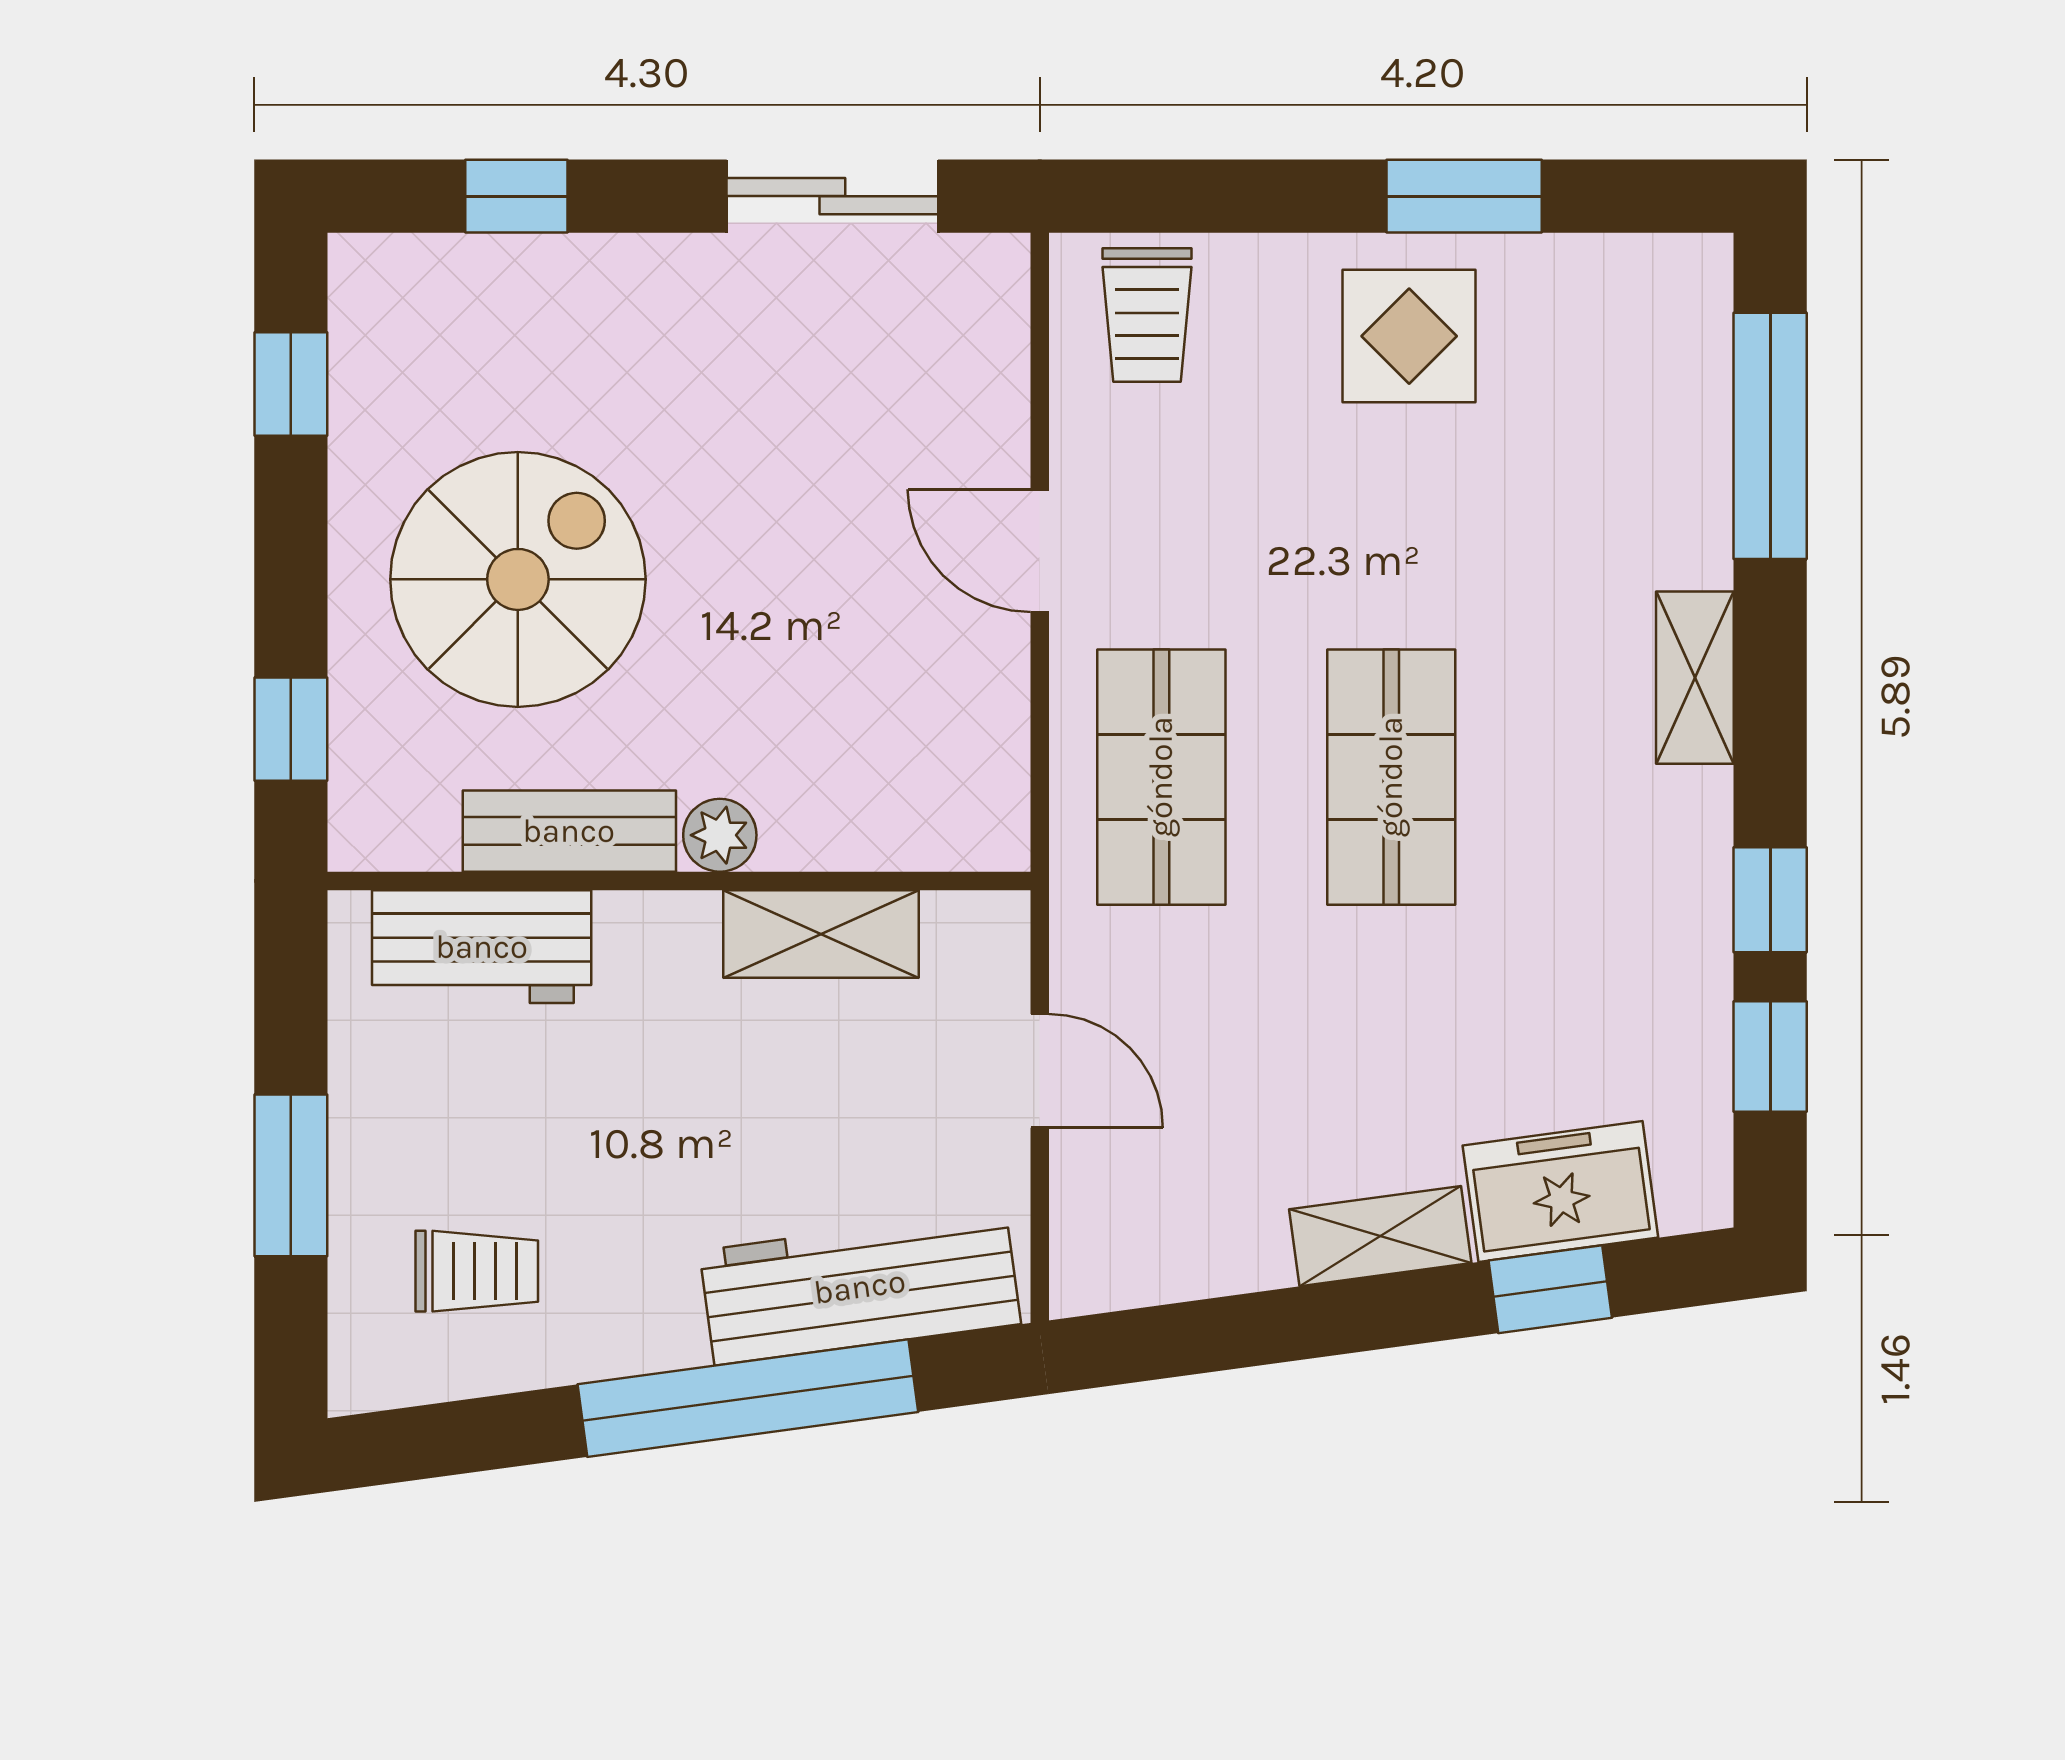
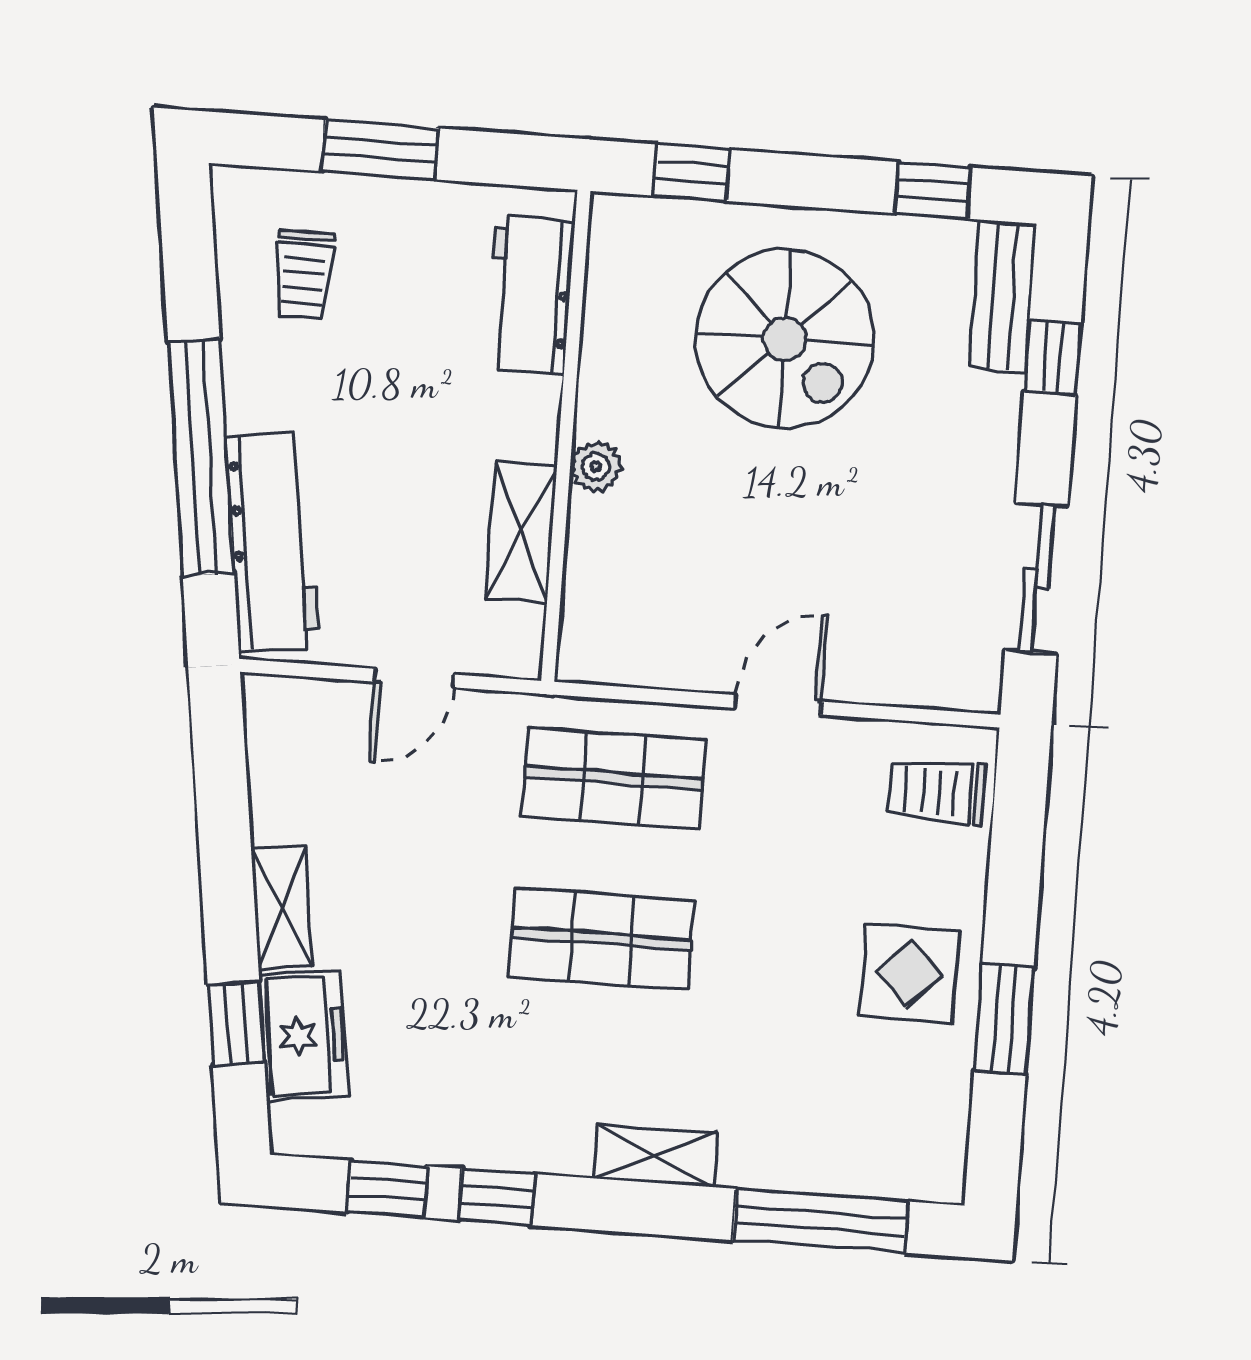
bench: (569, 831) -> (1003, 296), moved

